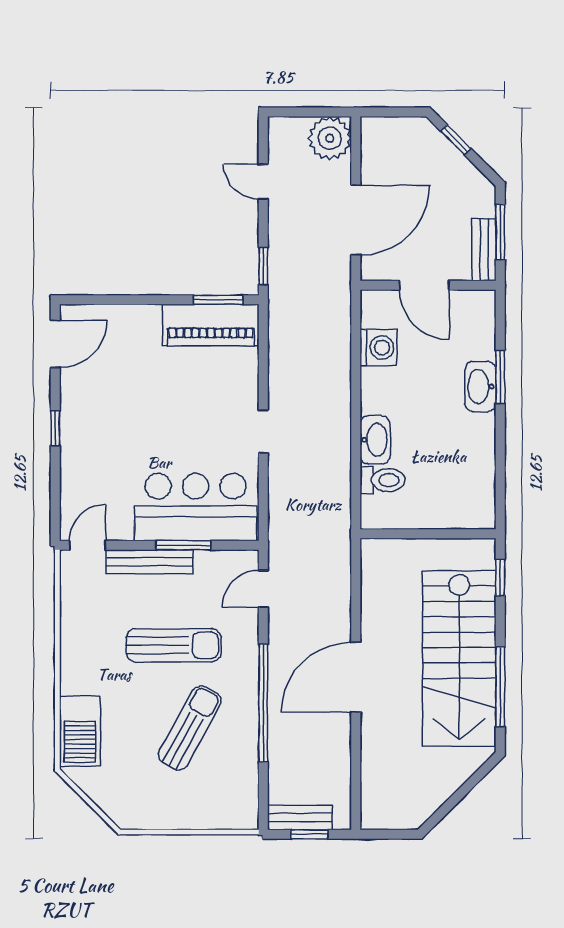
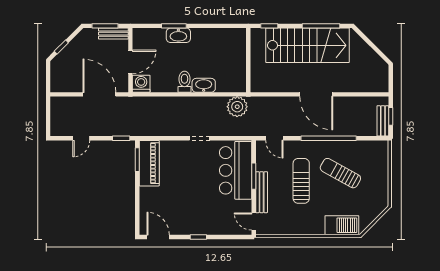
plant: (330, 138) -> (237, 107), moved
washing machine: (378, 348) -> (141, 84), moved
toilet: (382, 480) -> (185, 82), moved

